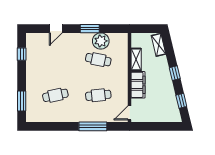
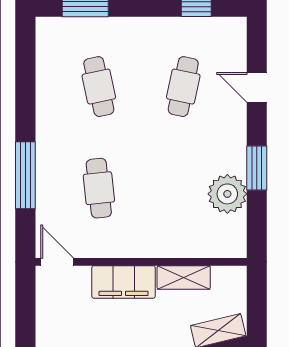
cafe table: (98, 60) -> (183, 87), moved

